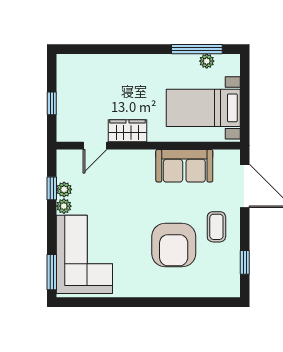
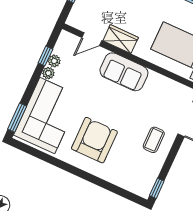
sofa: (184, 166) -> (124, 72), moved
armchair: (174, 245) -> (94, 140), moved, turned 180
window: (245, 262) -> (157, 188), moved

